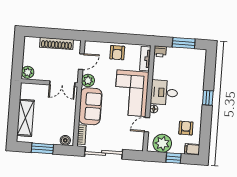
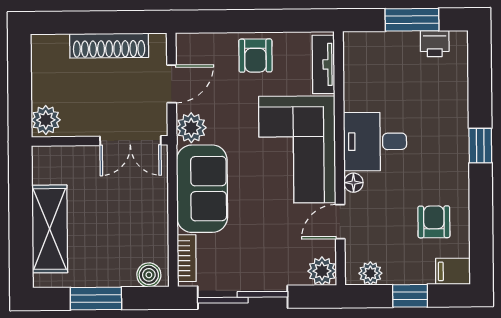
printer: (160, 51) -> (435, 44), moved
plant: (162, 143) -> (370, 273), width x0.53, depth x0.53
plant: (138, 145) -> (322, 271), added

